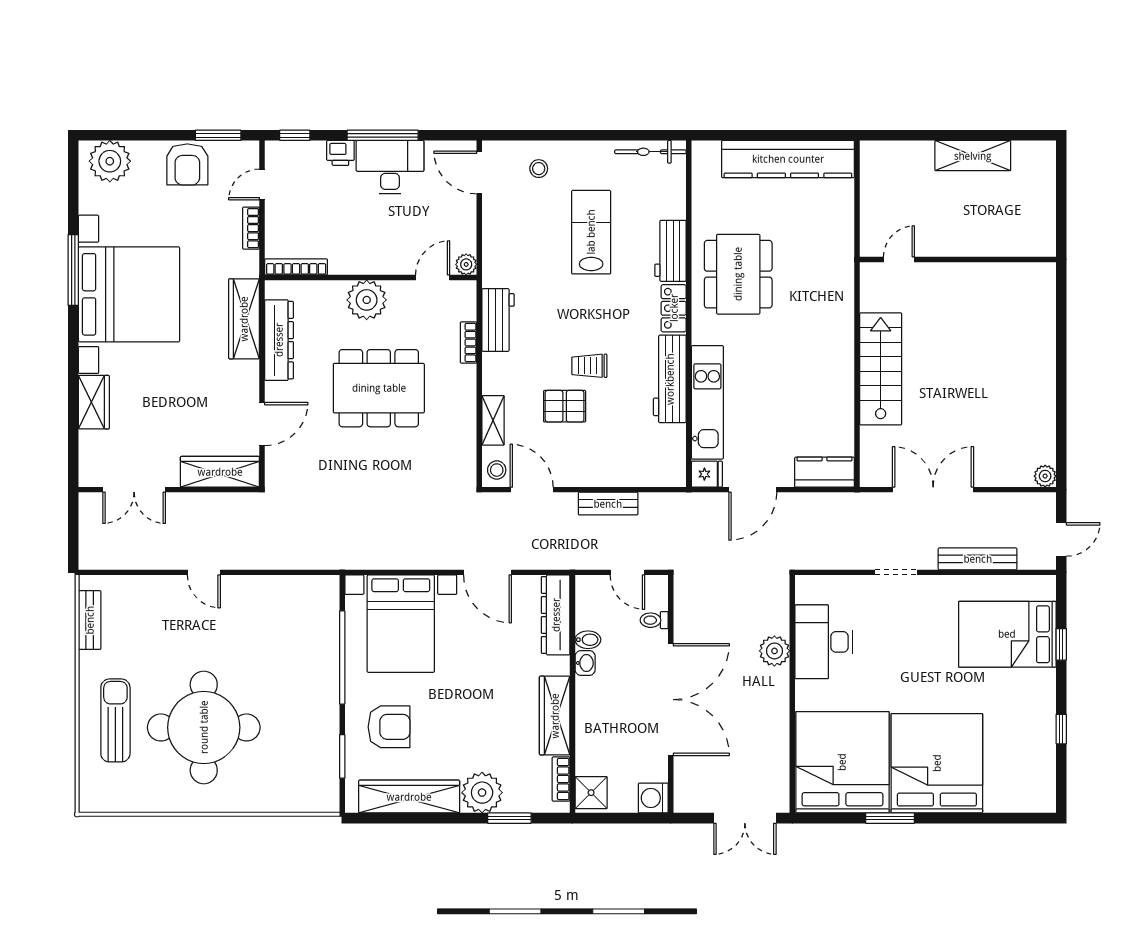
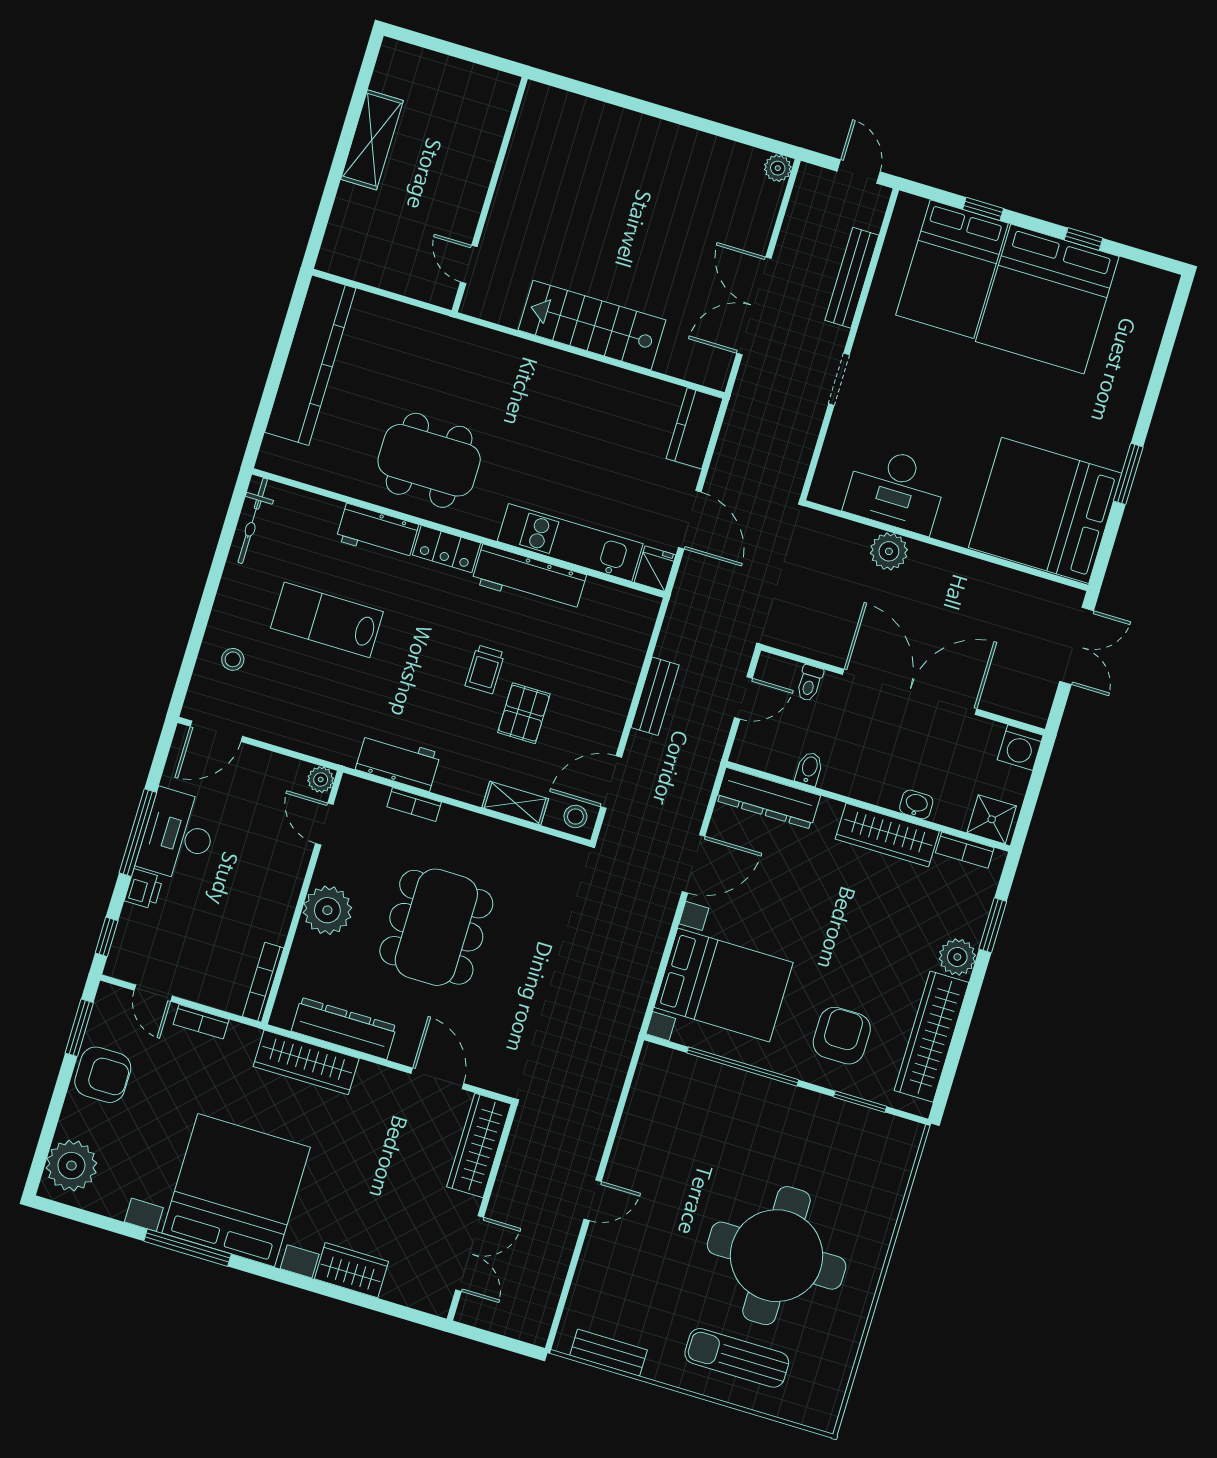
washbasin: (585, 663) -> (916, 804), moved
bed: (937, 763) -> (1047, 299), moved, turned -90
plant: (482, 793) -> (957, 957), width x0.73, depth x0.73

